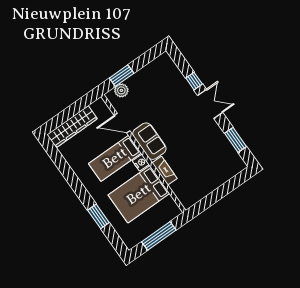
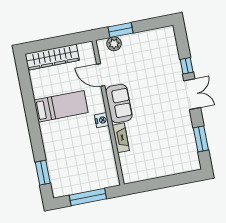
bed: (115, 158) -> (61, 106), moved, turned 180
bed: (139, 194) -> (87, 149), removed
window: (98, 216) -> (43, 173), moved

